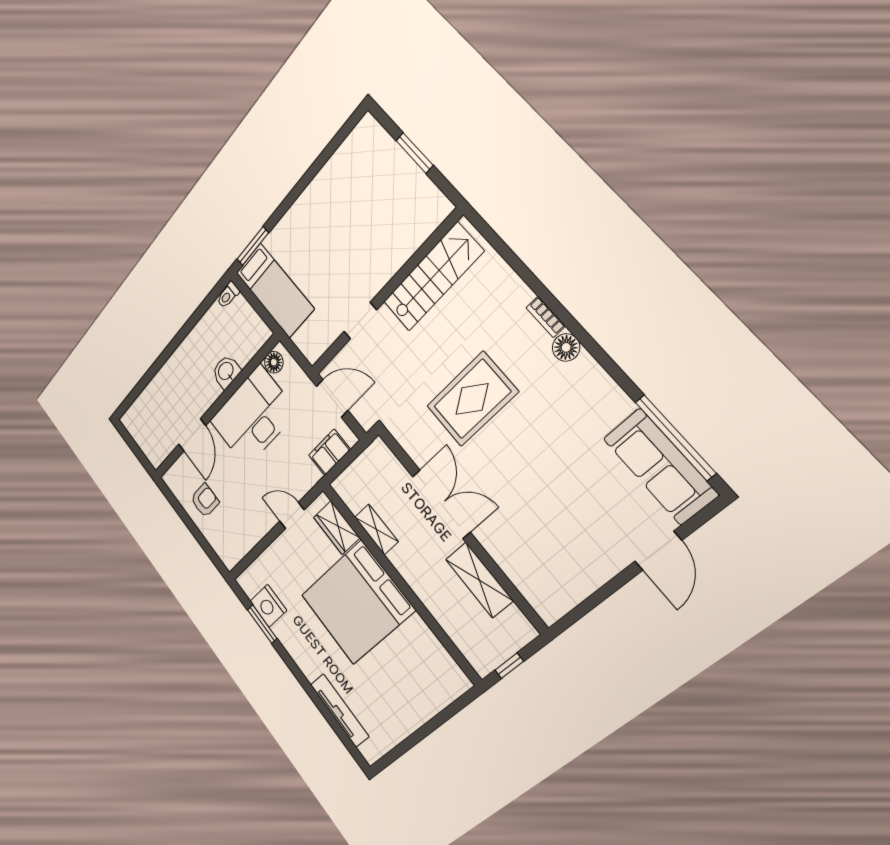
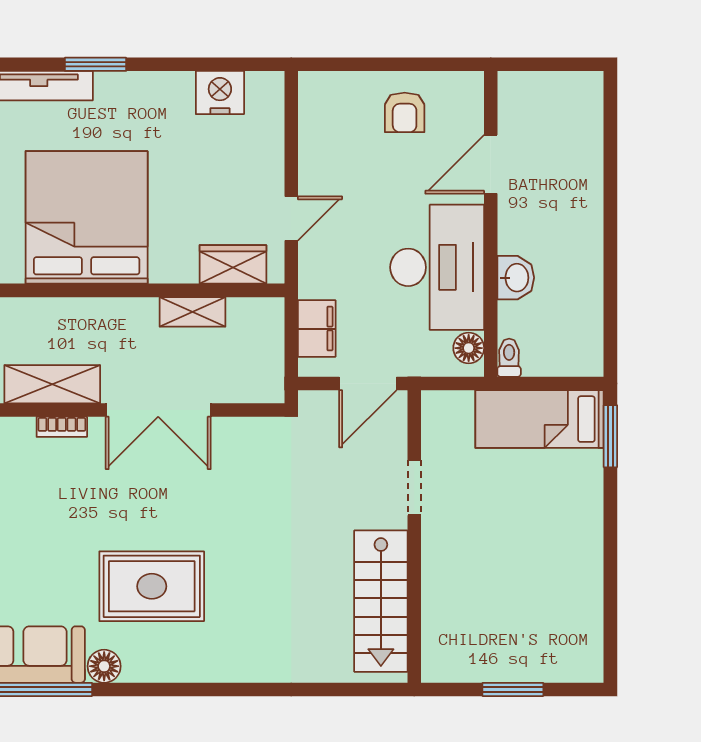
toilet: (228, 295) -> (509, 358), moved
bookcase: (546, 317) -> (62, 427), moved, turned 180
floor lamp: (566, 347) -> (104, 666), moved
rug: (472, 399) -> (152, 586), moved, turned 90
door: (192, 435) -> (491, 164), hinge flipped
bed: (357, 603) -> (87, 217), moved
window: (262, 624) -> (95, 64), moved

